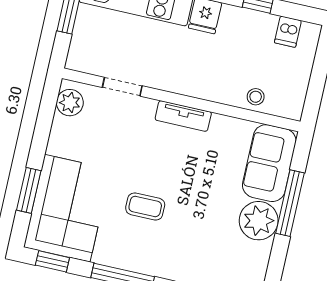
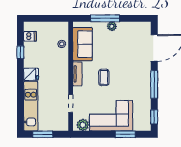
sofa: (269, 163) -> (82, 44), moved, turned -90
coffee table: (145, 207) -> (104, 77), moved
corner sofa: (67, 208) -> (111, 116), moved
plant: (259, 221) -> (112, 26), width x0.53, depth x0.53

